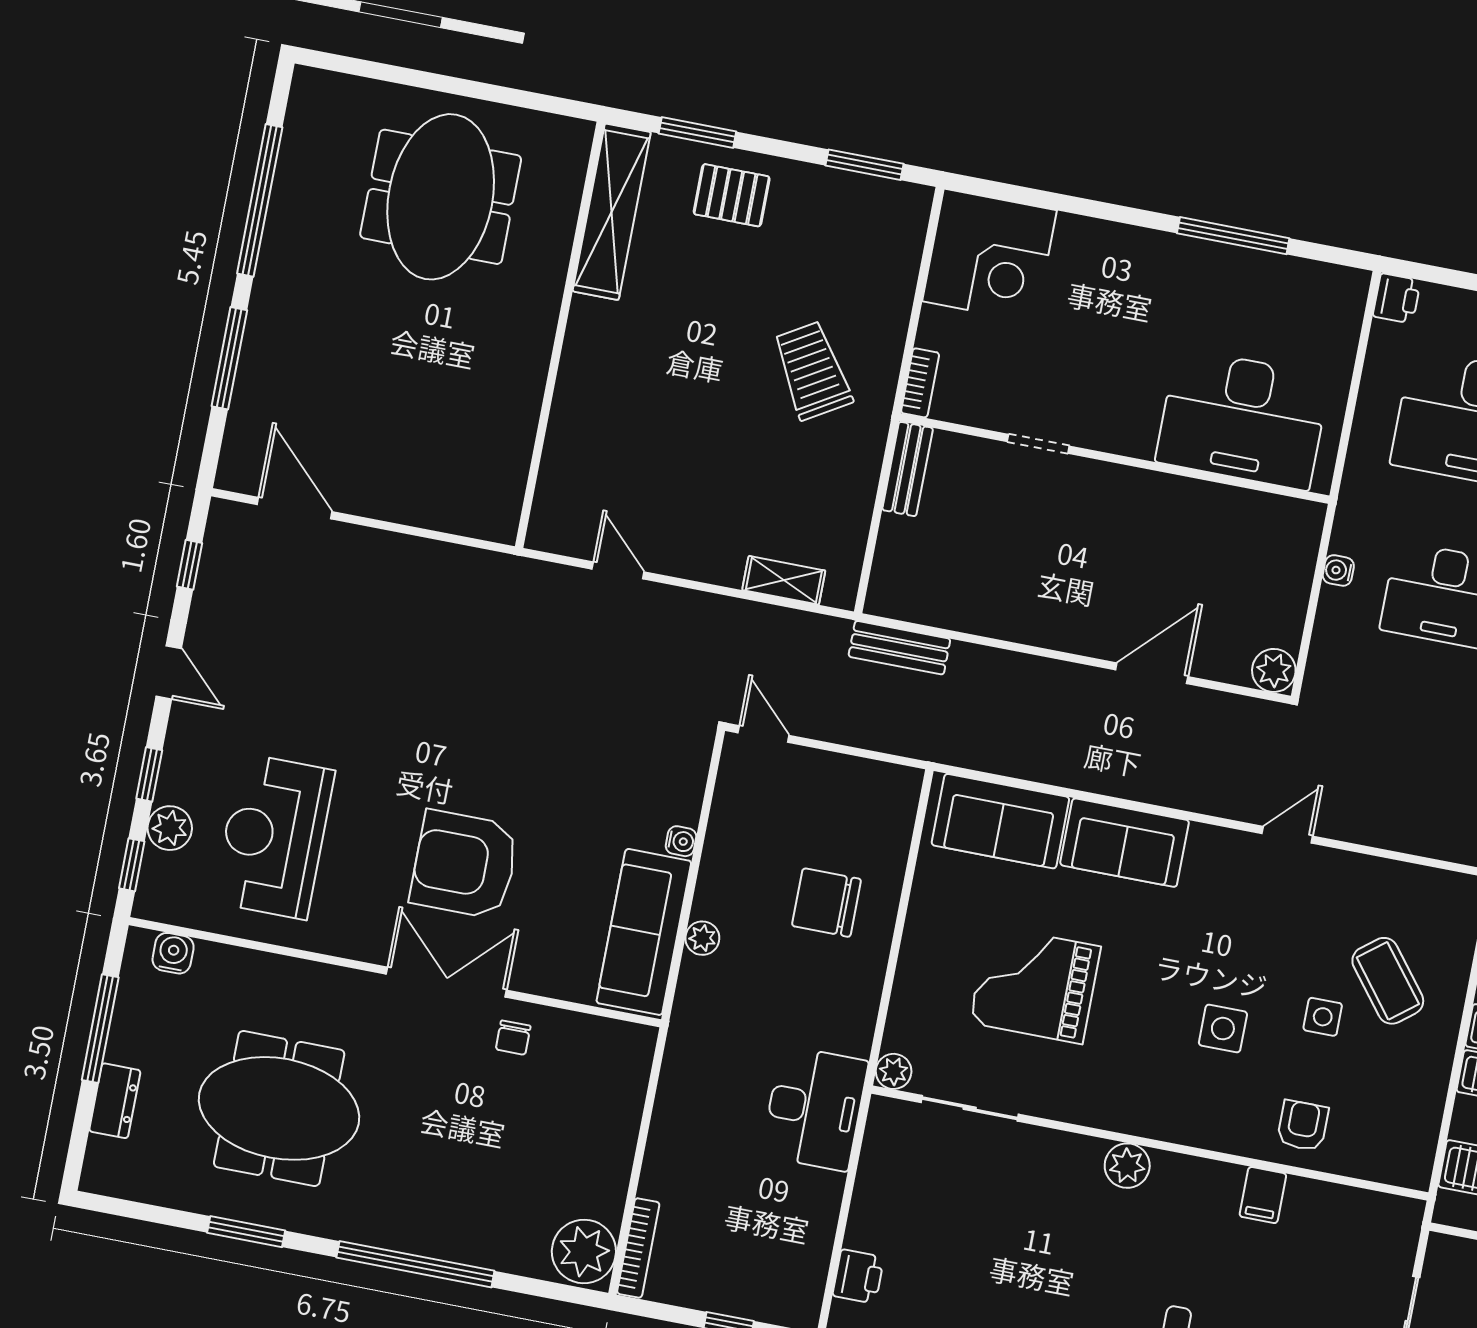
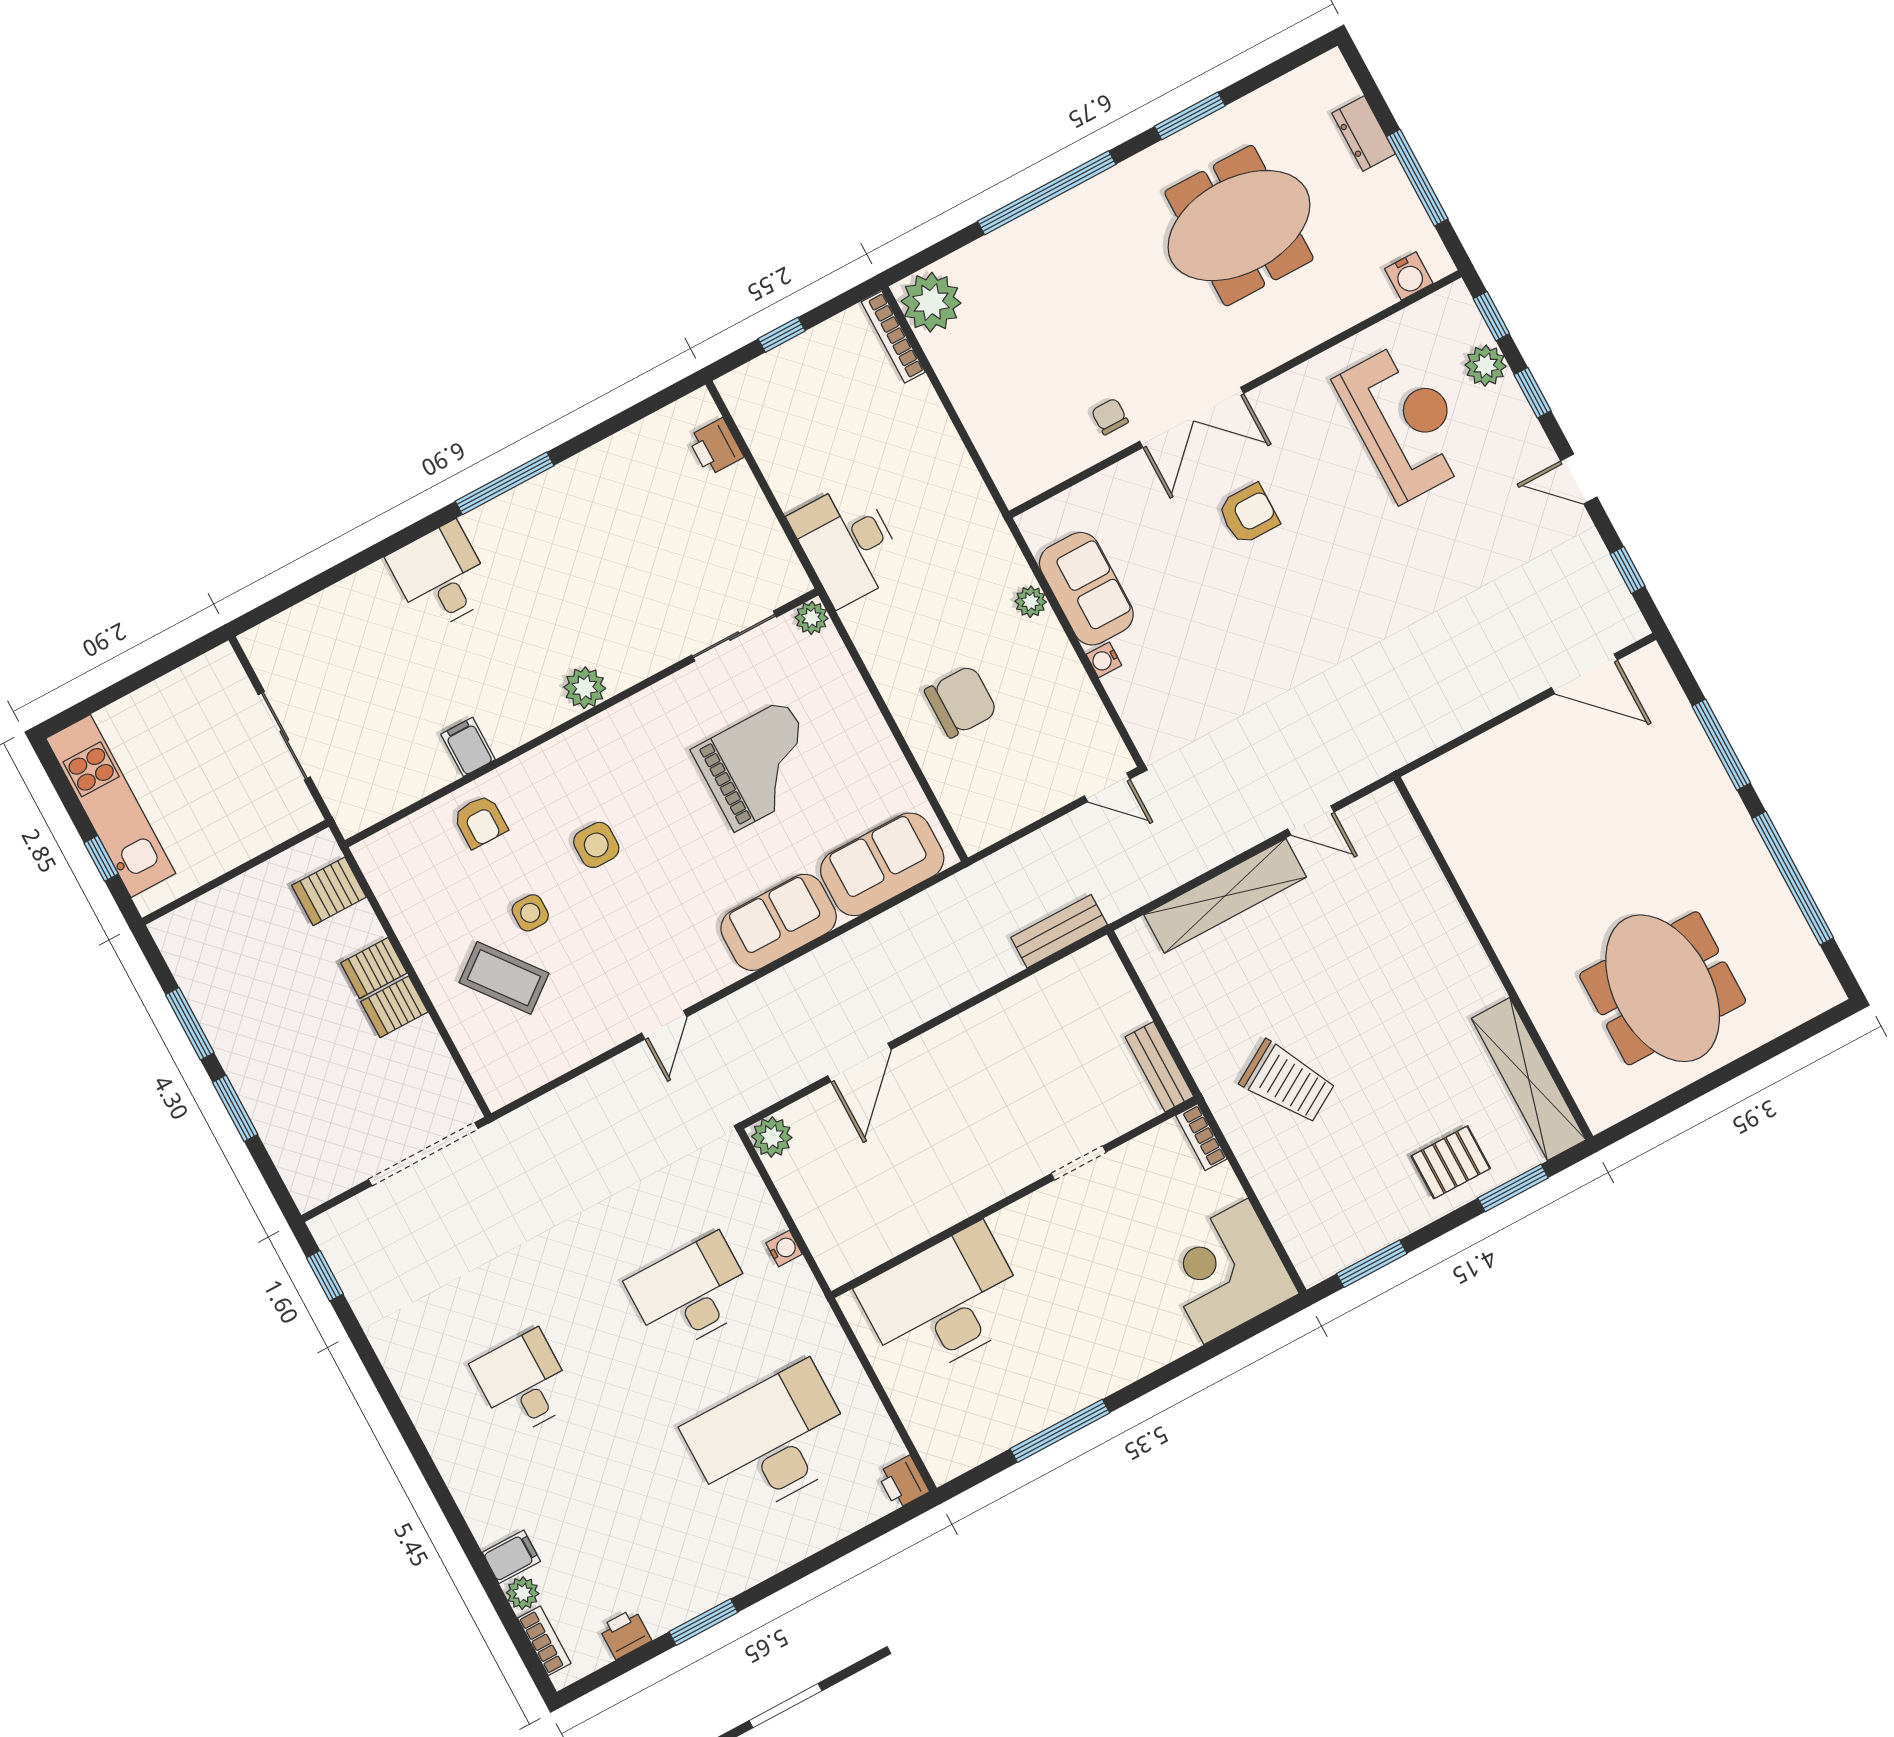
shelving: (784, 580) -> (1225, 896), width x2.20, depth x1.33
armchair: (464, 864) -> (1248, 514), width x0.53, depth x0.53
sofa: (644, 932) -> (1086, 589), width x0.73

